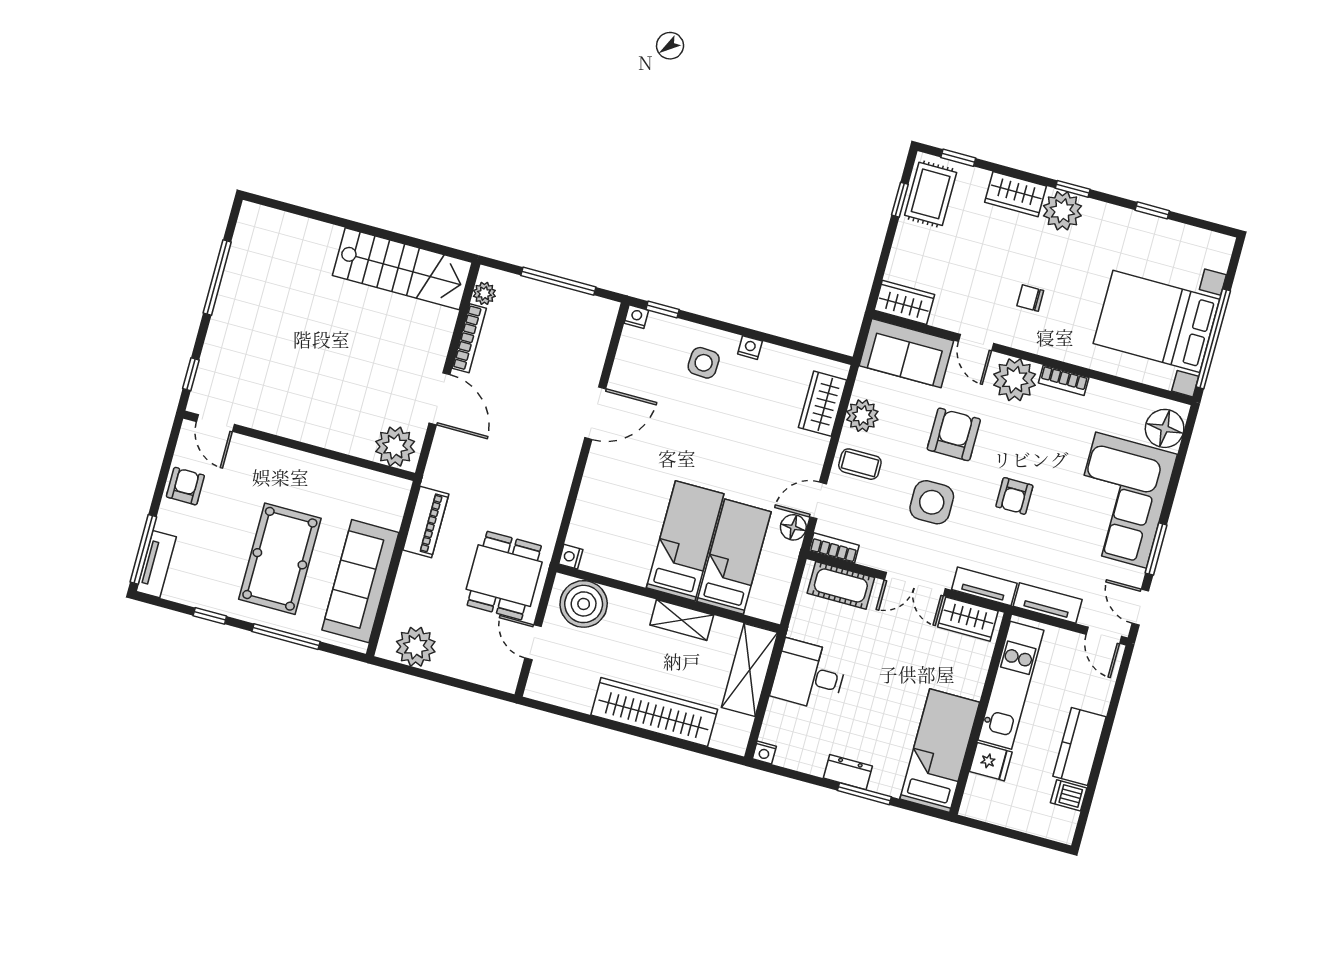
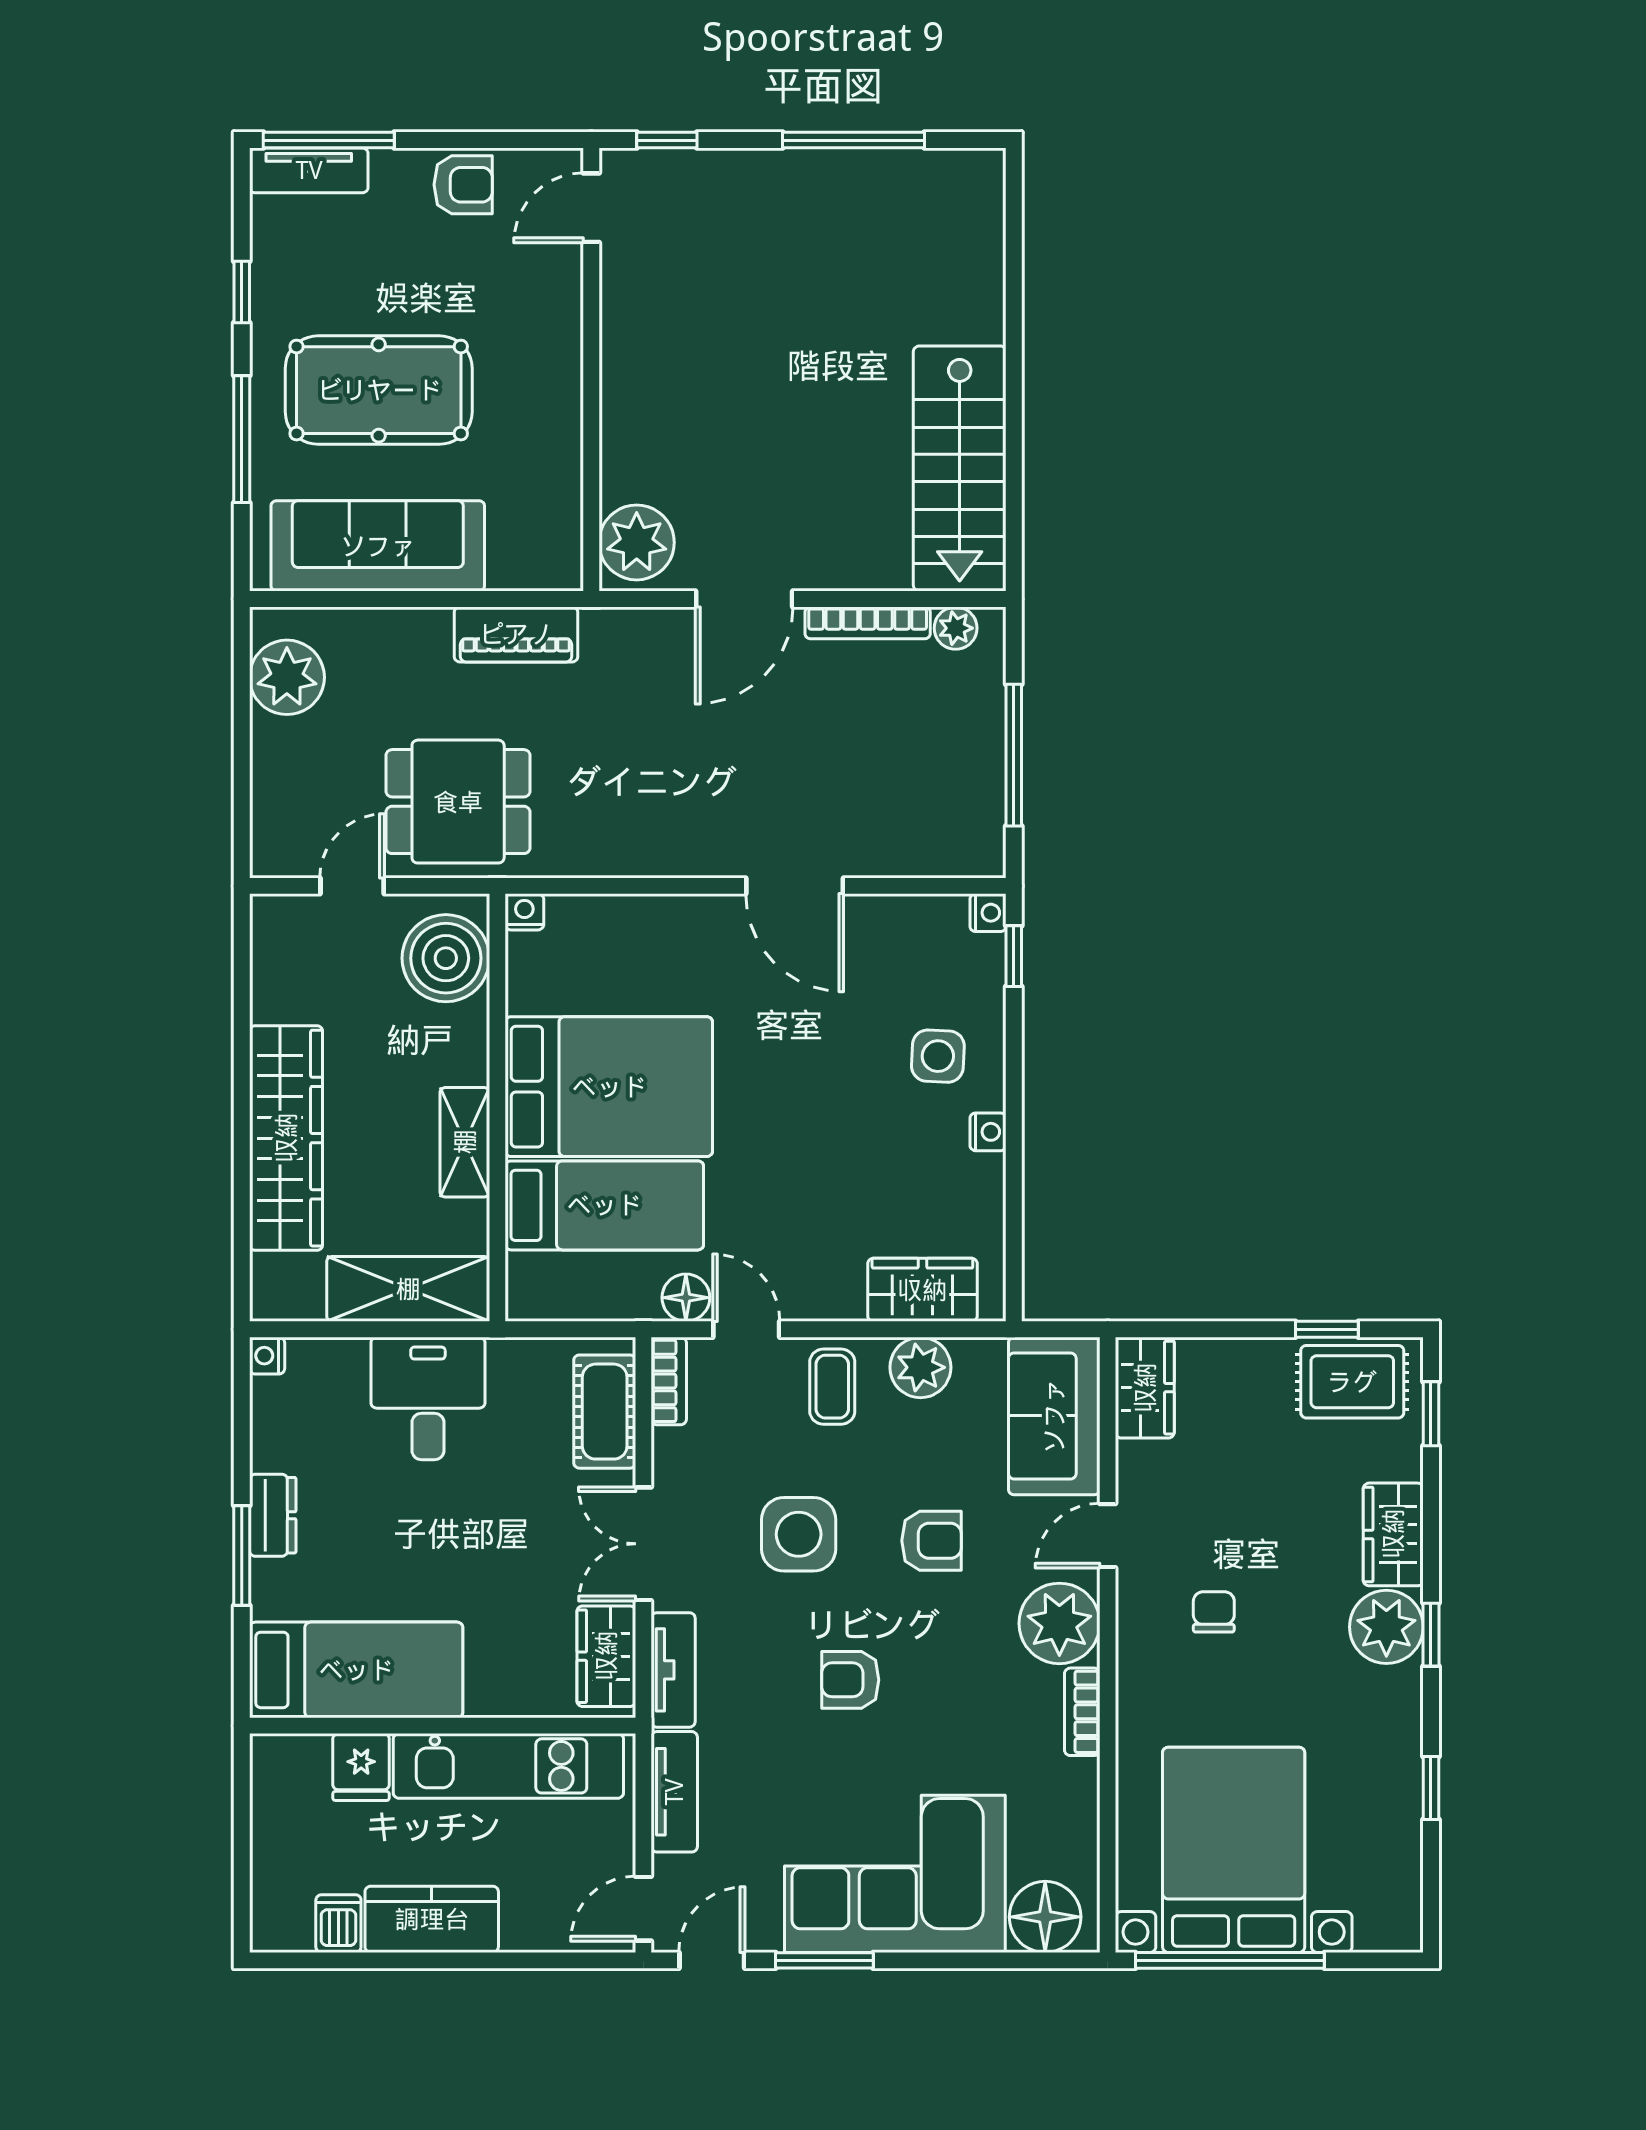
armchair: (954, 434) -> (931, 1541), width x0.72, depth x0.72
bed: (685, 541) -> (609, 1087), width x1.50

